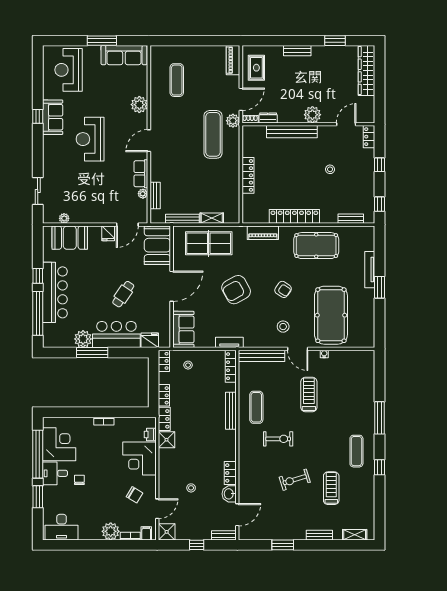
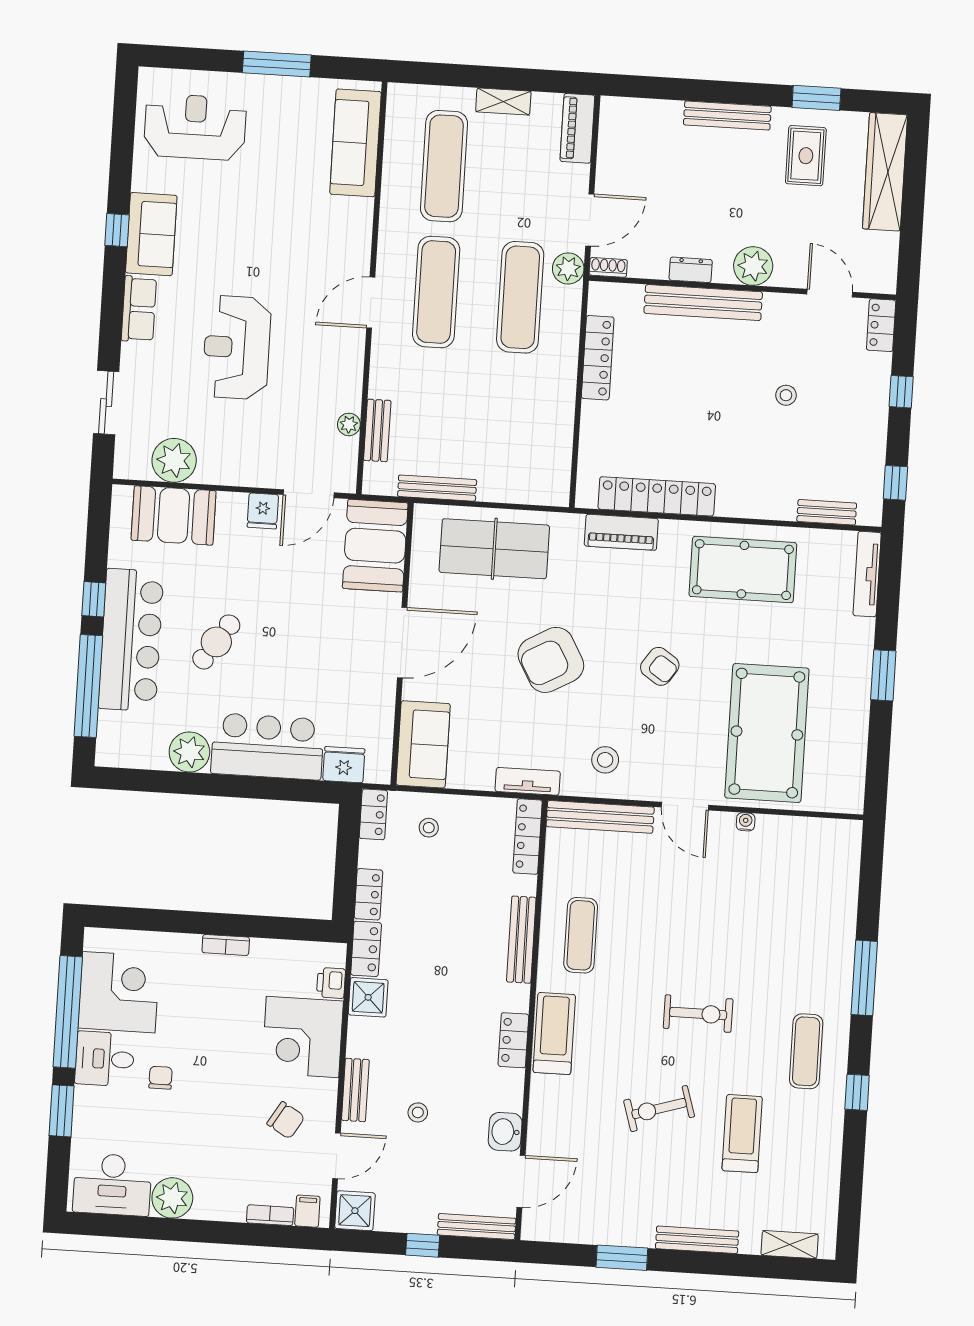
bench: (297, 51) -> (727, 116), width x1.36
sofa: (124, 55) -> (355, 143), moved, turned 90
rug: (256, 68) -> (806, 156), moved
reception desk: (69, 70) -> (195, 127), turned 90
exercise mat: (177, 80) -> (444, 166), width x1.36, depth x1.45
plant: (139, 105) -> (354, 218), removed
dresser: (268, 118) -> (691, 270), moved
door: (346, 124) -> (830, 293), hinge flipped
exercise mat: (177, 134) -> (436, 292), added
reception desk: (90, 139) -> (237, 347), moved
row of seats: (141, 174) -> (139, 309), moved, turned 180
locker: (248, 175) -> (598, 358), moved
locker: (294, 216) -> (657, 496), moved
plant: (64, 218) -> (174, 460), width x1.87, depth x1.87
shelving: (212, 218) -> (503, 101), moved
tv unit: (370, 270) -> (867, 574), moved
cafe table: (123, 294) -> (216, 642), moved
stool: (283, 327) -> (605, 760), moved
window: (92, 352) -> (209, 785), removed
treadmill: (309, 395) -> (554, 1034), moved
exercise bike: (278, 439) -> (698, 1014), moved
locker: (230, 473) -> (513, 1040), moved
bench: (164, 480) -> (355, 1090), added
plant: (111, 531) -> (172, 1198), moved
bench: (224, 535) -> (477, 1227), width x1.36
bench: (319, 535) -> (697, 1240), width x1.36

